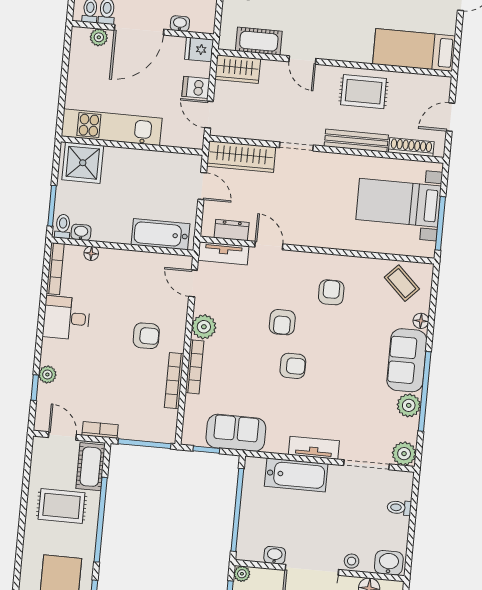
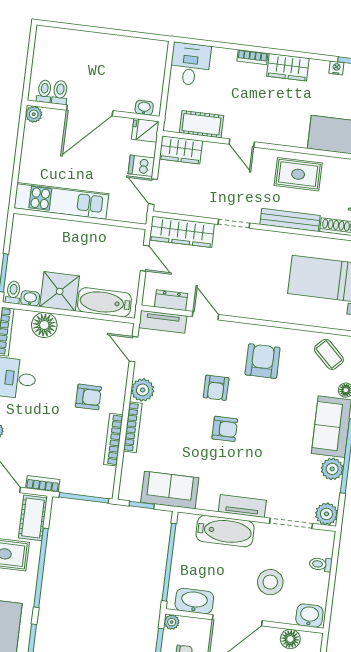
washbasin: (180, 24) -> (144, 108), moved
plant: (99, 37) -> (34, 114), moved
shower: (83, 163) -> (60, 291), moved
floor lamp: (91, 253) -> (44, 325), width x1.89, depth x1.89
armchair: (331, 292) -> (263, 361), width x1.38, depth x1.38
washbasin: (275, 555) -> (194, 601), width x1.91, depth x1.45
stool: (352, 561) -> (270, 582), moved, width x1.89, depth x1.89

